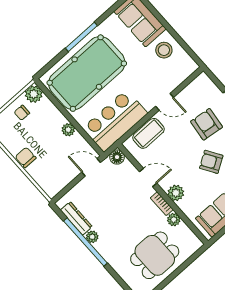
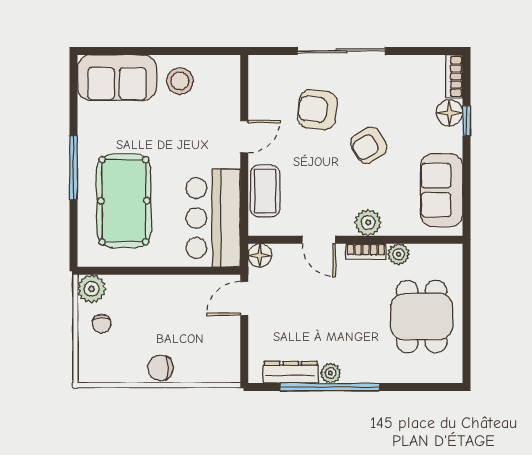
pool table: (87, 73) -> (124, 201), width x0.73, depth x0.76
plant: (68, 130) -> (173, 285), removed
door: (148, 177) -> (319, 240), swing flipped

